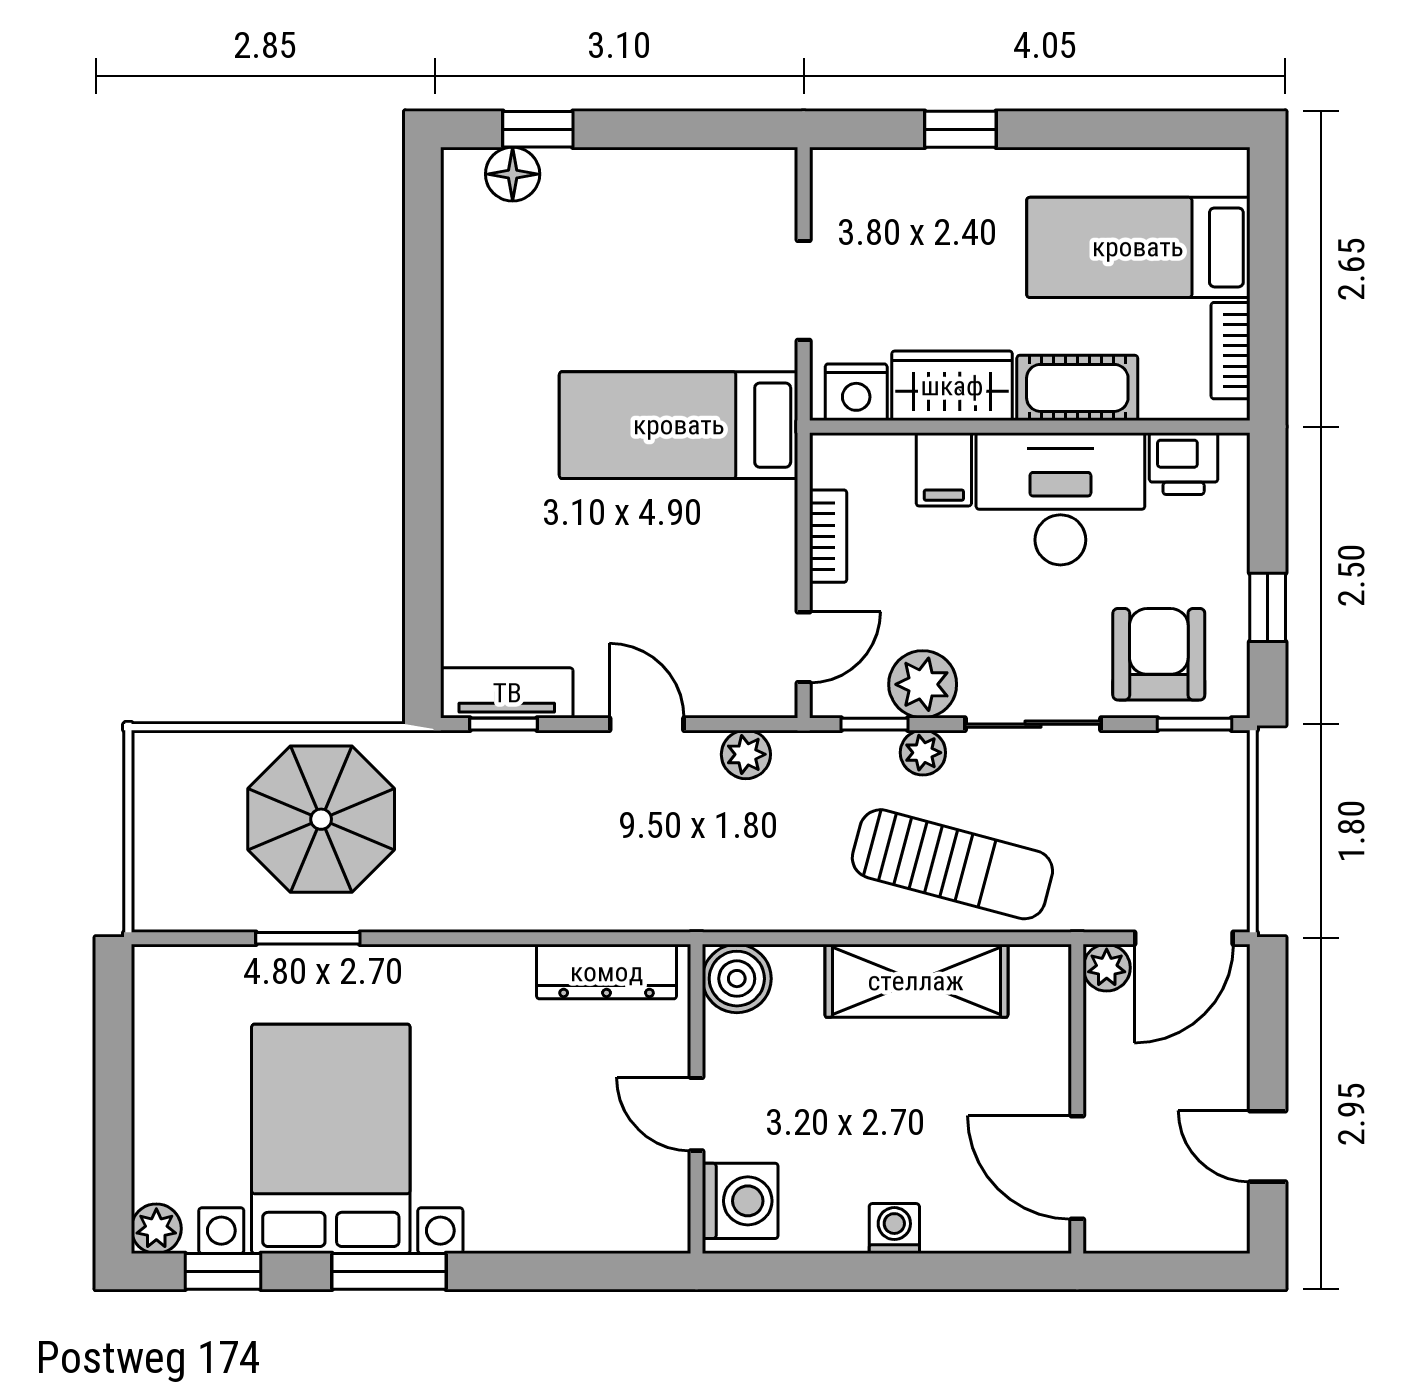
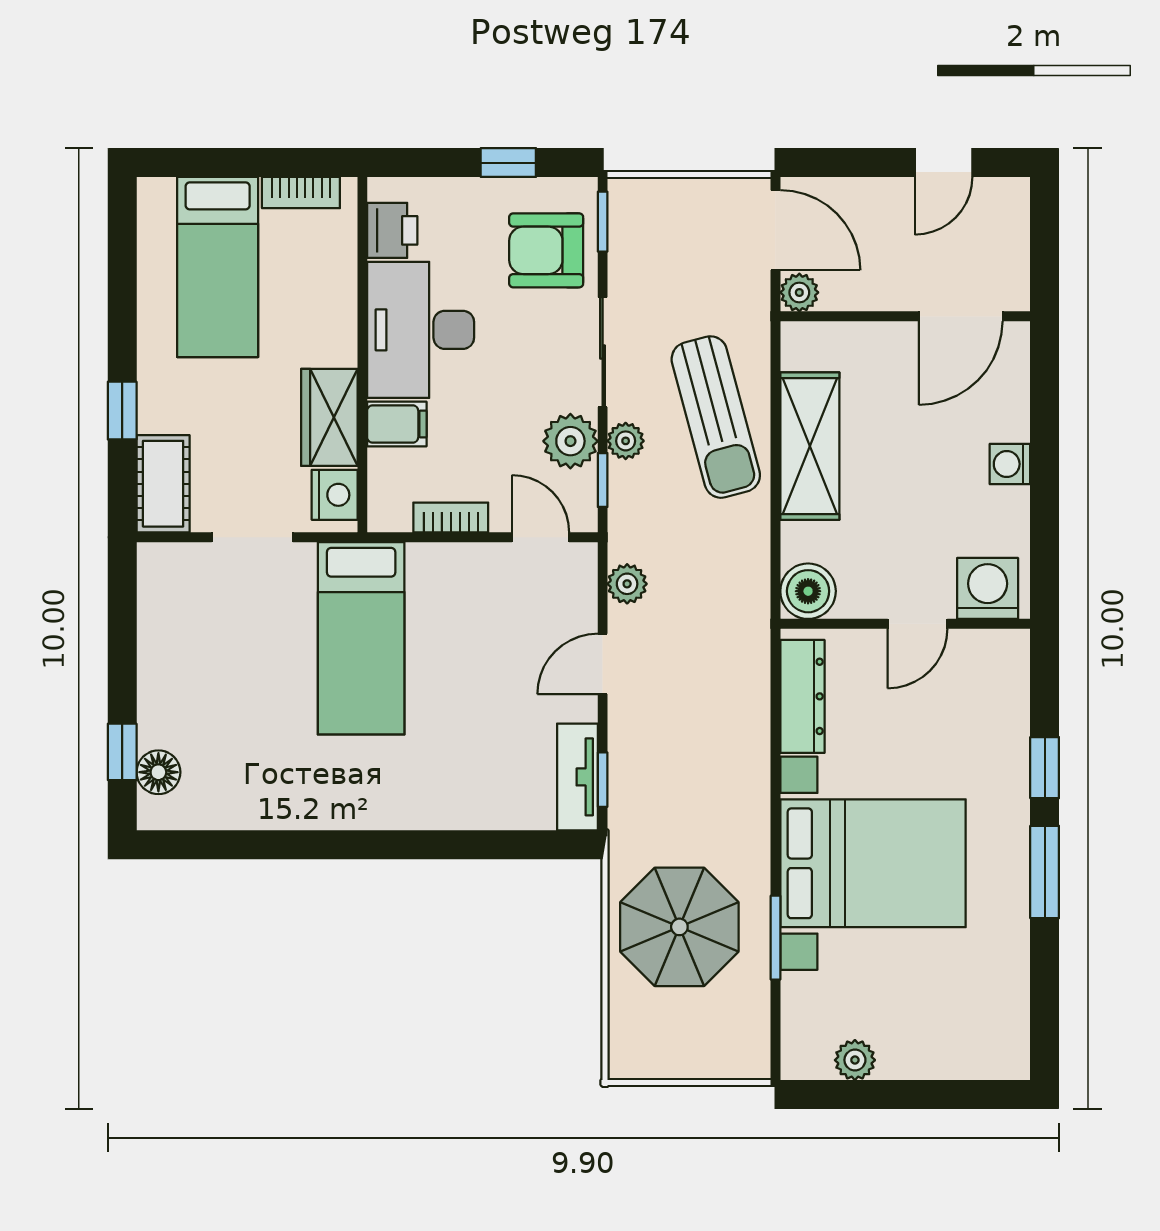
cot: (1077, 388) -> (163, 484), moved
sun lounger: (952, 864) -> (716, 417), turned 150
bed with nightstands: (331, 1139) -> (873, 863), moved, turned 180
plant: (156, 1229) -> (855, 1060), moved
window: (223, 1271) -> (1045, 768), moved

